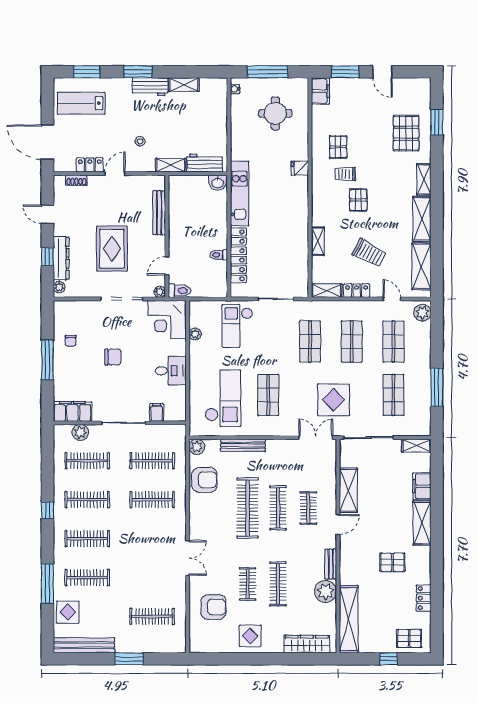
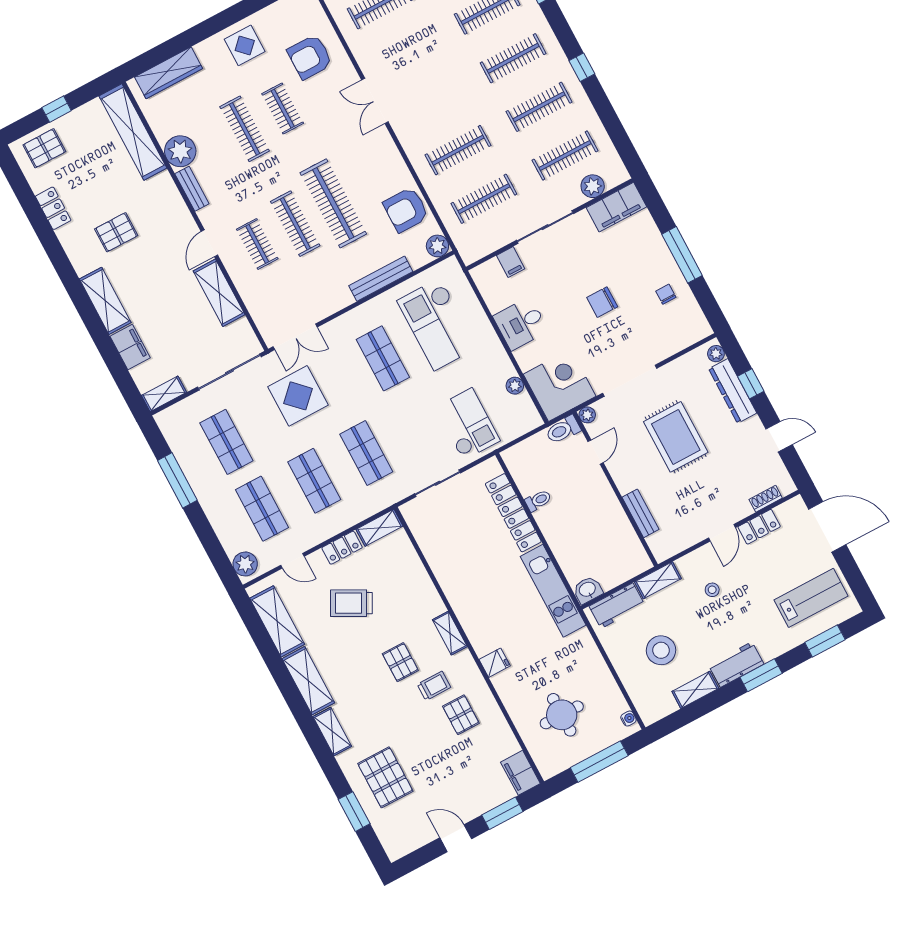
stool: (192, 121) -> (661, 650), added
bench: (159, 213) -> (641, 513), width x0.73
shelving: (318, 241) -> (450, 633), moved

